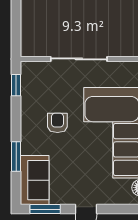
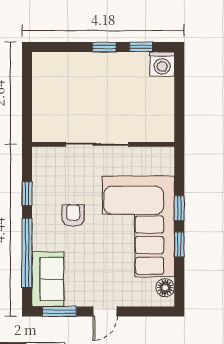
window: (16, 85) -> (27, 193), moved
window: (16, 157) -> (27, 253), width x2.11

